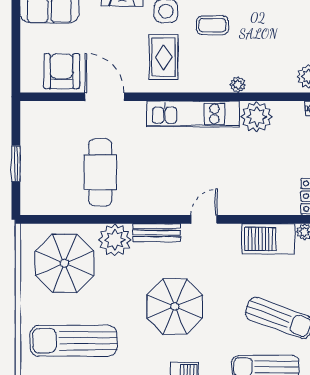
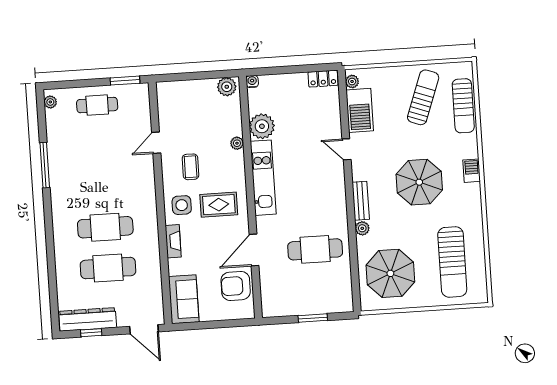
door: (204, 219) -> (347, 149), moved
plant: (115, 240) -> (362, 228), width x0.53, depth x0.53

